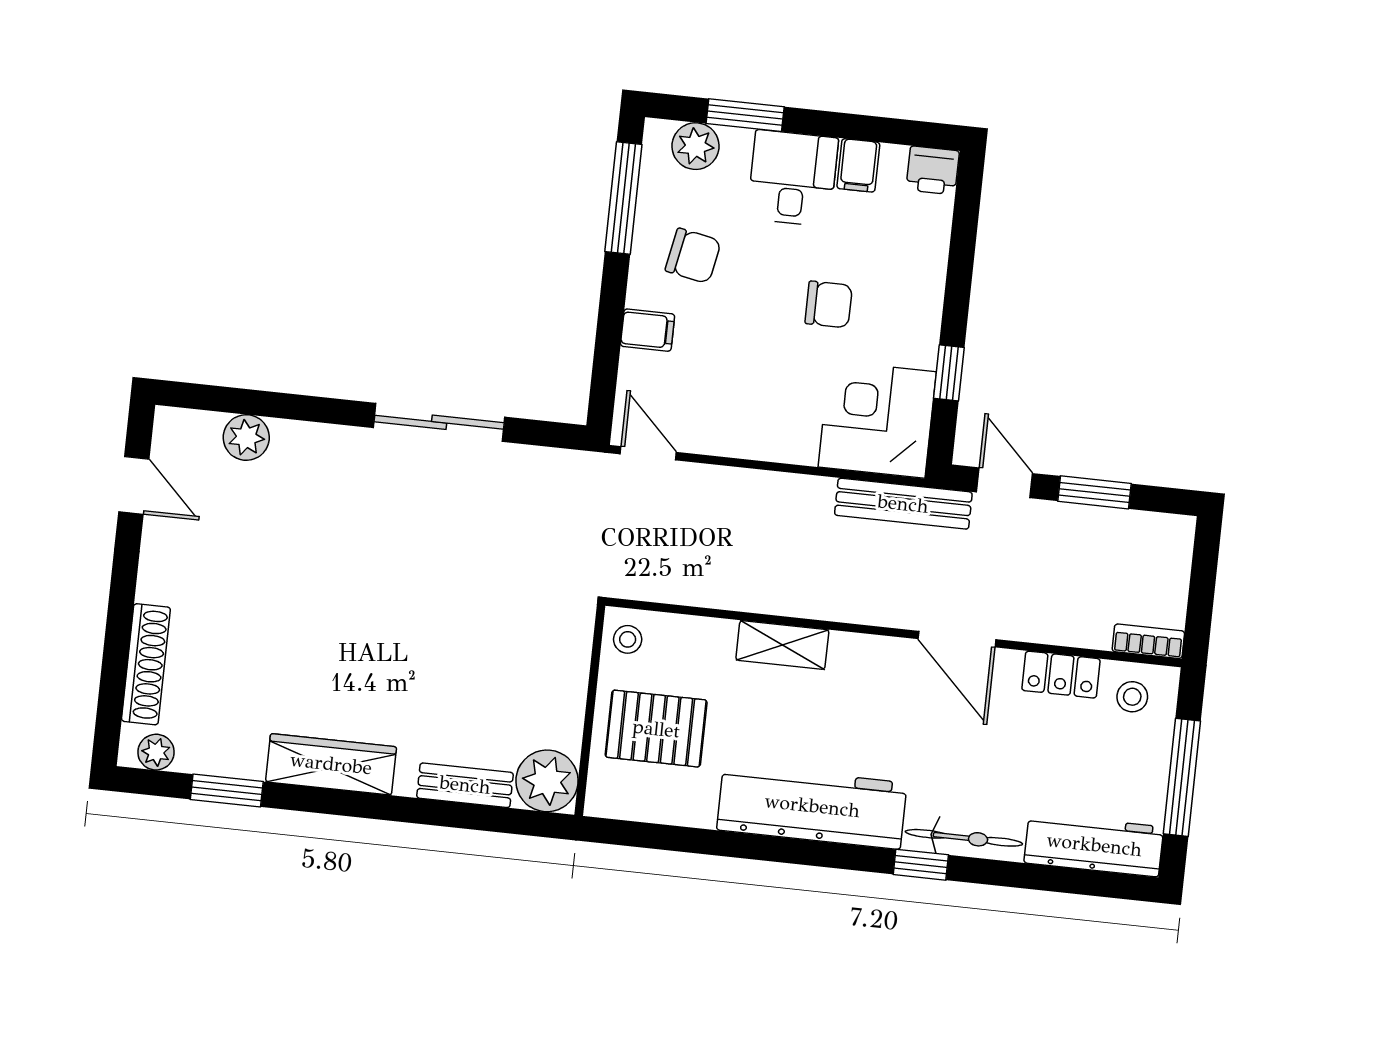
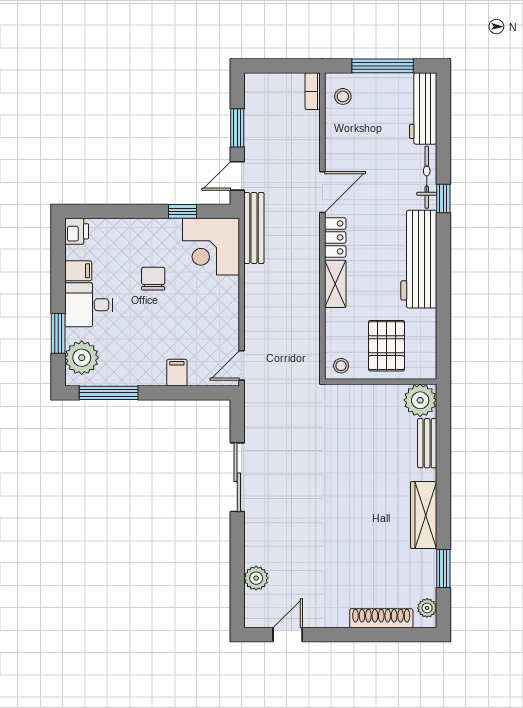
plant: (696, 146) -> (82, 358), width x1.36, depth x1.36
chair: (693, 256) -> (135, 353), removed
locker: (1061, 675) -> (335, 237), moved

